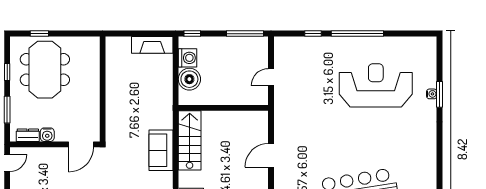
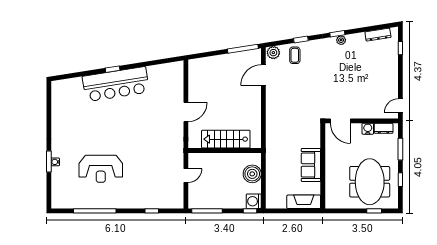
window: (357, 34) -> (95, 211), moved
fireplace: (152, 45) -> (304, 202), moved
washing machine: (188, 58) -> (254, 201), moved
reception desk: (376, 85) -> (101, 169), width x0.74, depth x0.77
stairs: (190, 140) -> (226, 139), moved, turned 90
door: (81, 144) -> (340, 121), swing flipped
sofa: (161, 150) -> (311, 165), moved, turned 180

